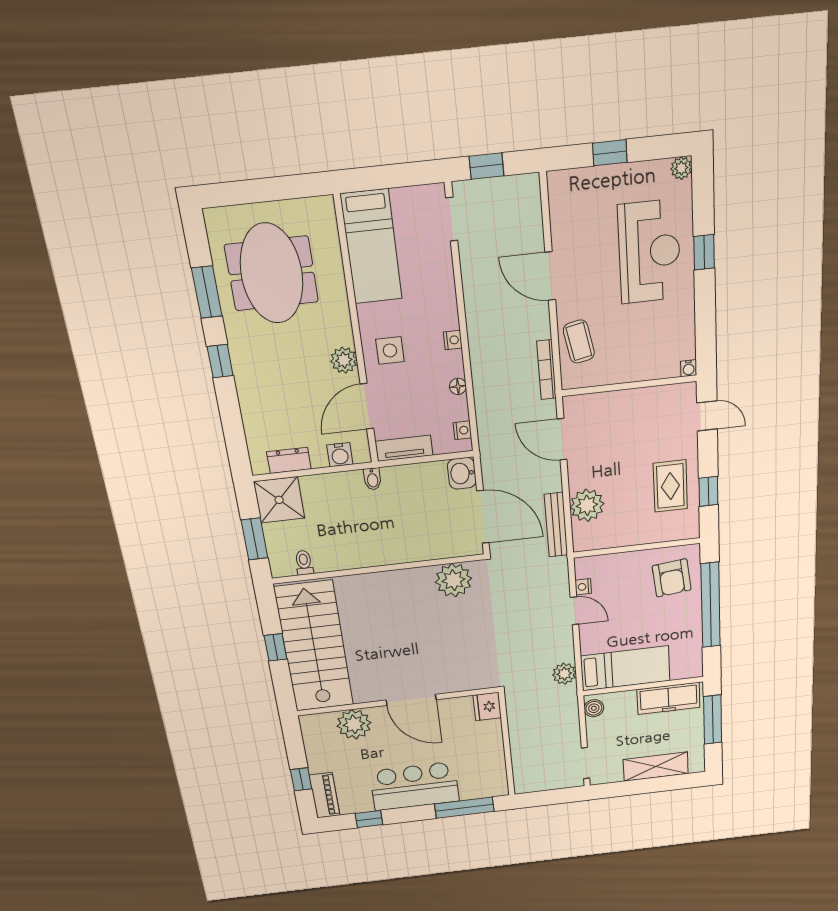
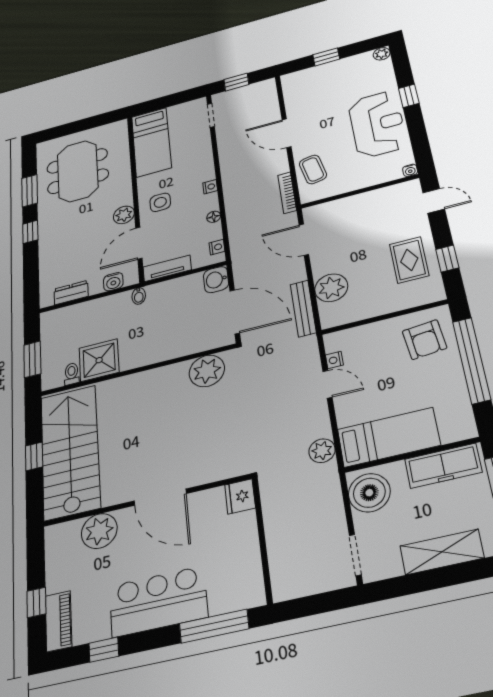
reception desk: (649, 252) -> (377, 124), moved
shower: (279, 500) -> (99, 360), moved
boiler: (594, 708) -> (369, 493), width x1.86, depth x1.86

